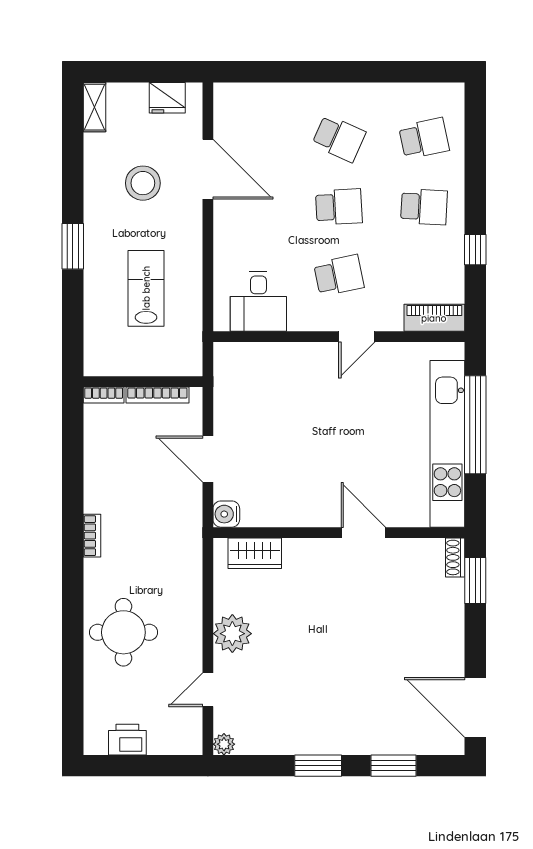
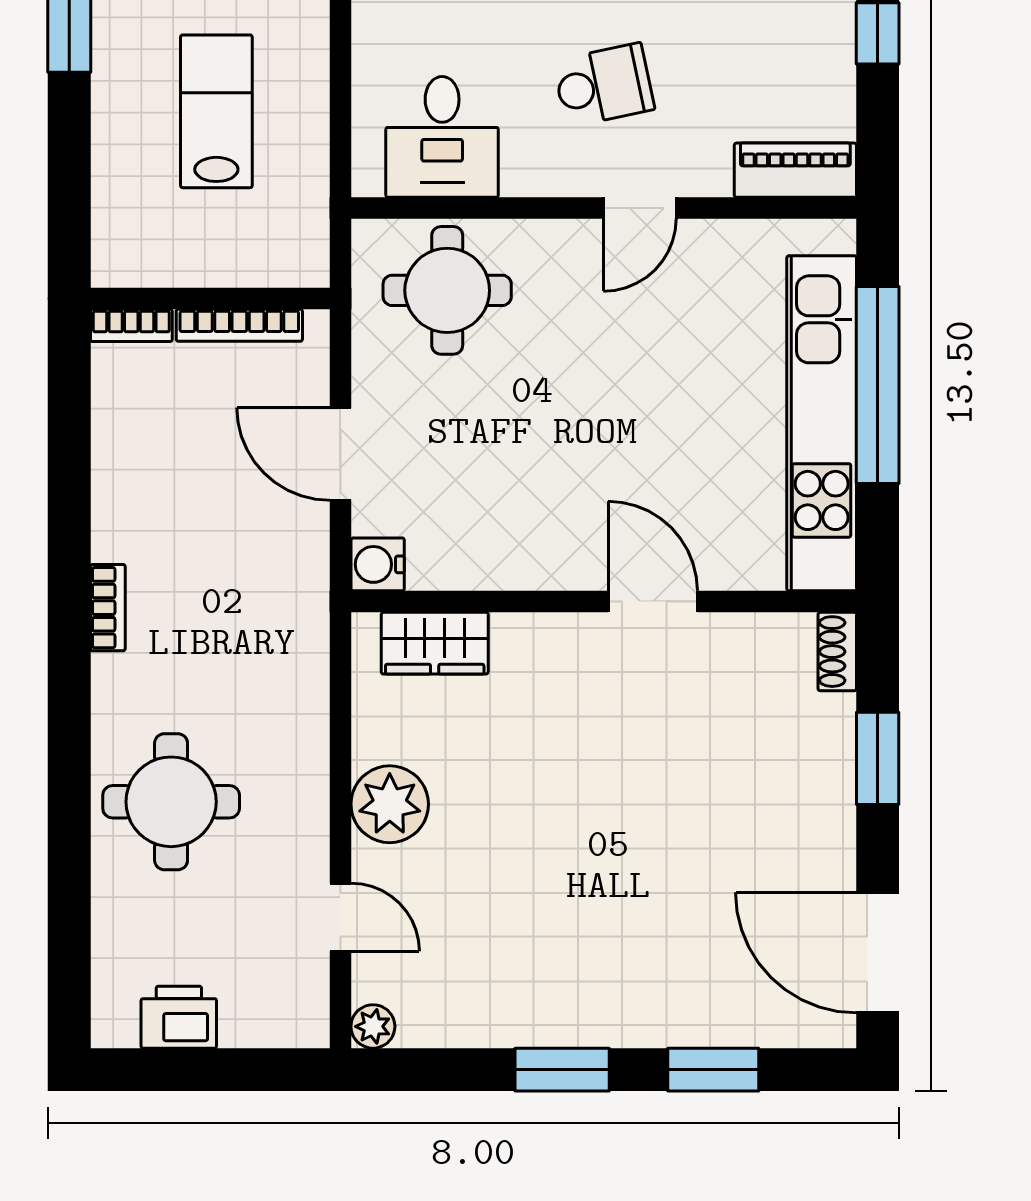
round table: (261, 378) -> (447, 290), added
window: (475, 581) -> (878, 758), moved
door: (208, 690) -> (340, 917), swing flipped

